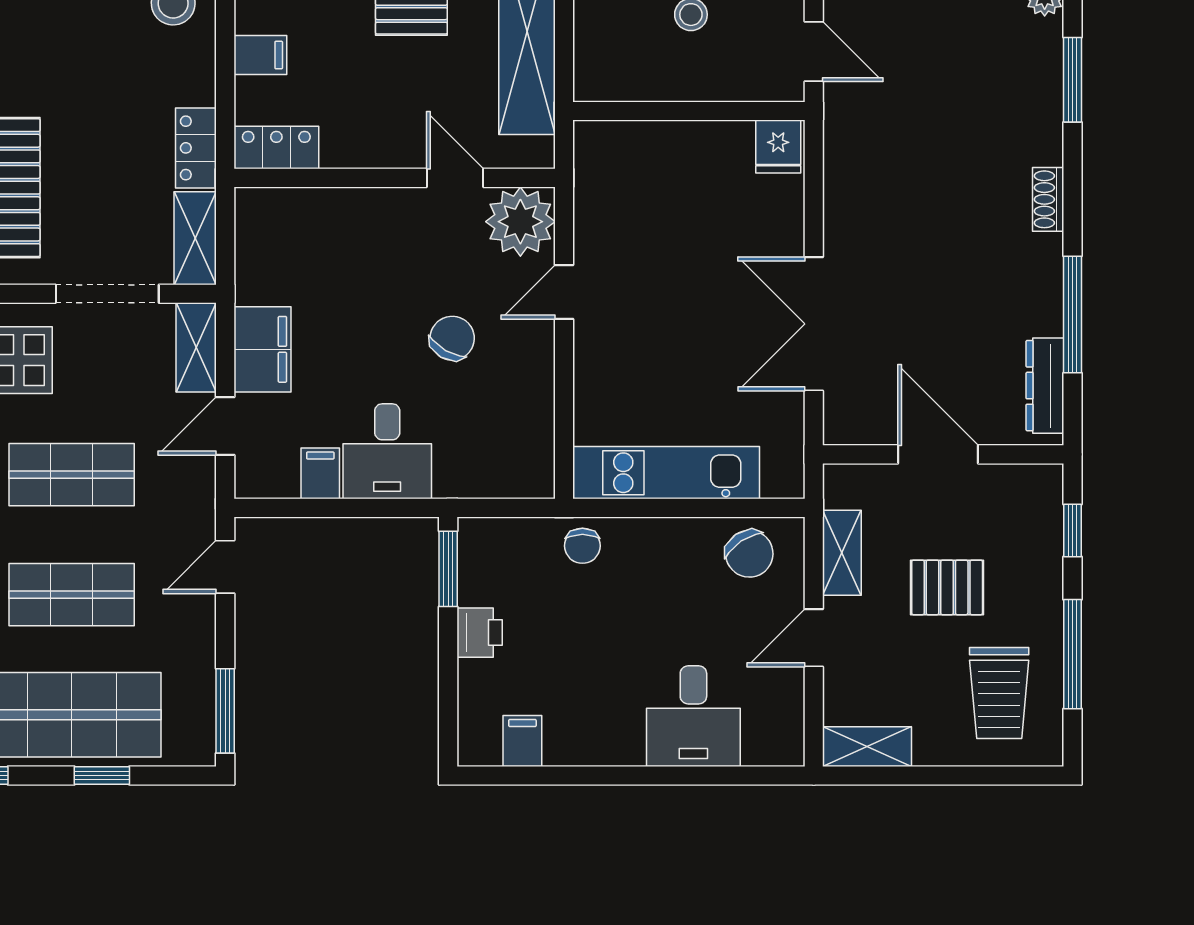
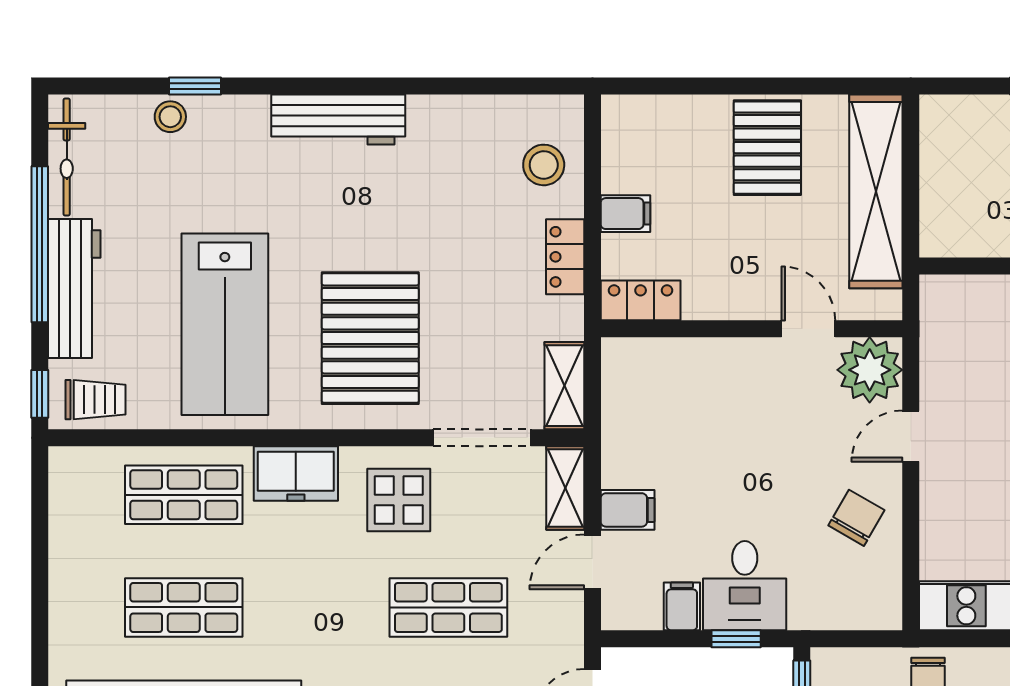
locker: (196, 148) -> (565, 257), moved
chair: (452, 338) -> (856, 518), moved
filing cabinet: (262, 349) -> (628, 510), width x0.50
window: (378, 508) -> (736, 639), added

